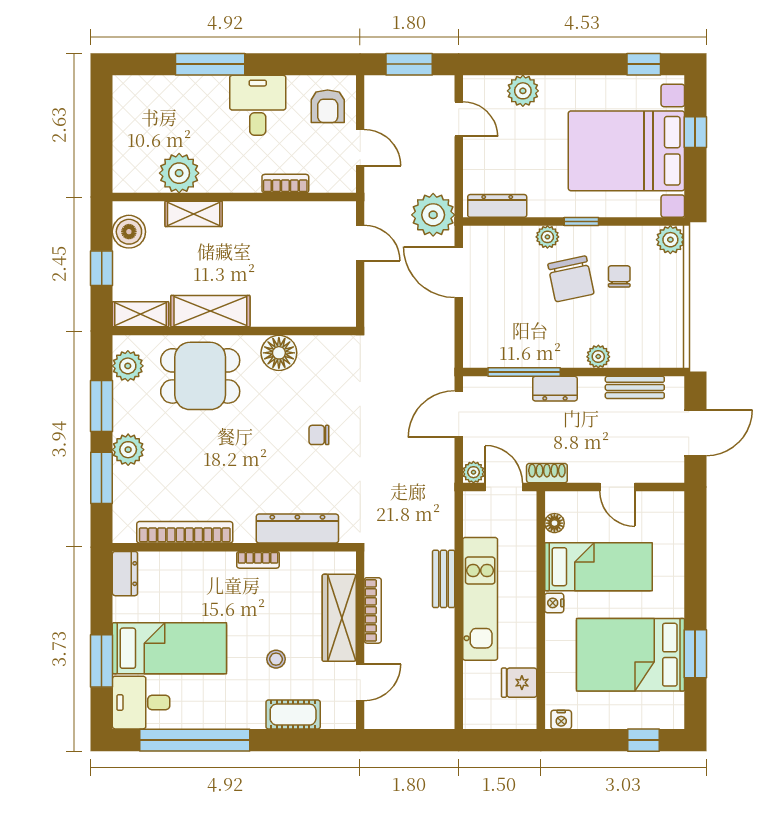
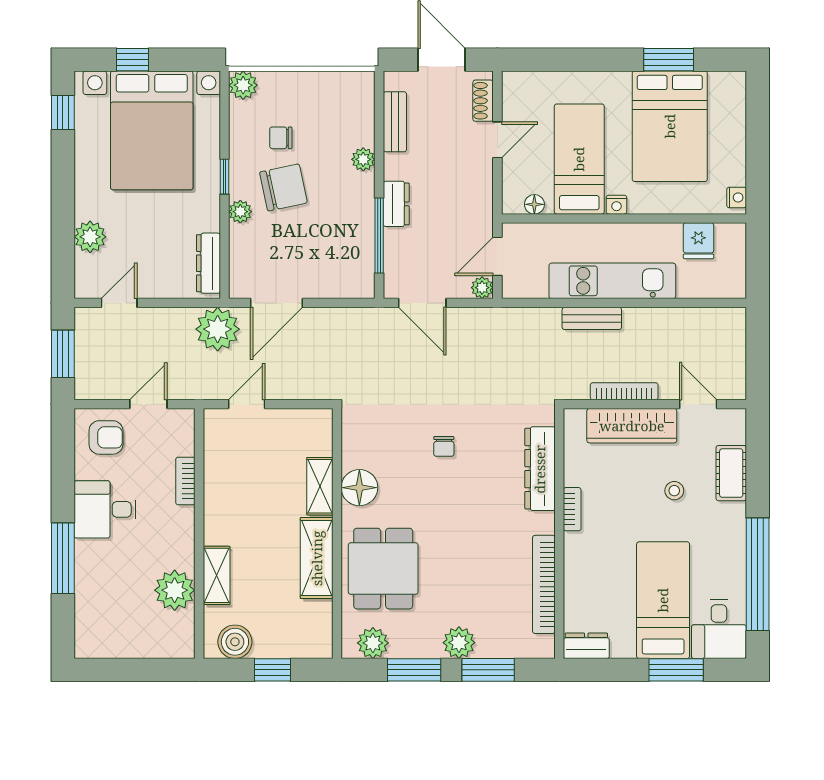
shelving: (141, 314) -> (320, 486), moved
shoe rack: (547, 473) -> (483, 101), moved
window: (643, 740) -> (758, 113), removed

